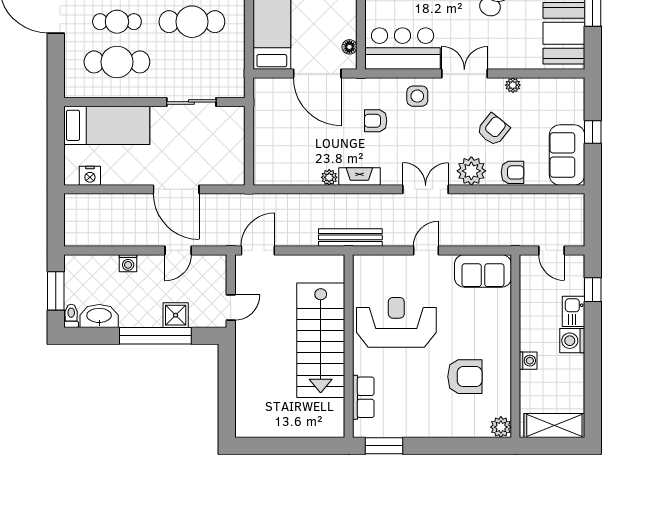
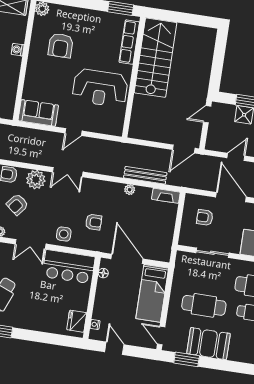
armchair: (211, 153) -> (205, 217), added
fireplace: (359, 177) -> (166, 196), moved
bench: (350, 237) -> (145, 175), moved
stairs: (321, 340) -> (155, 58), moved
armchair: (465, 377) -> (61, 46), turned -90
row of seats: (363, 397) -> (129, 42), width x1.48

